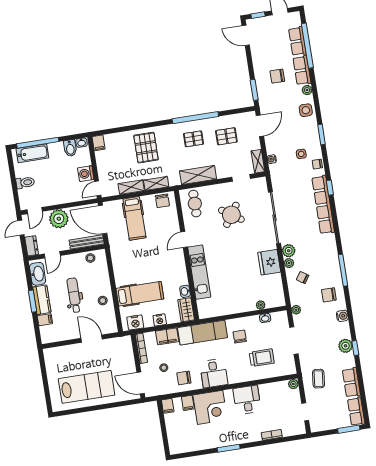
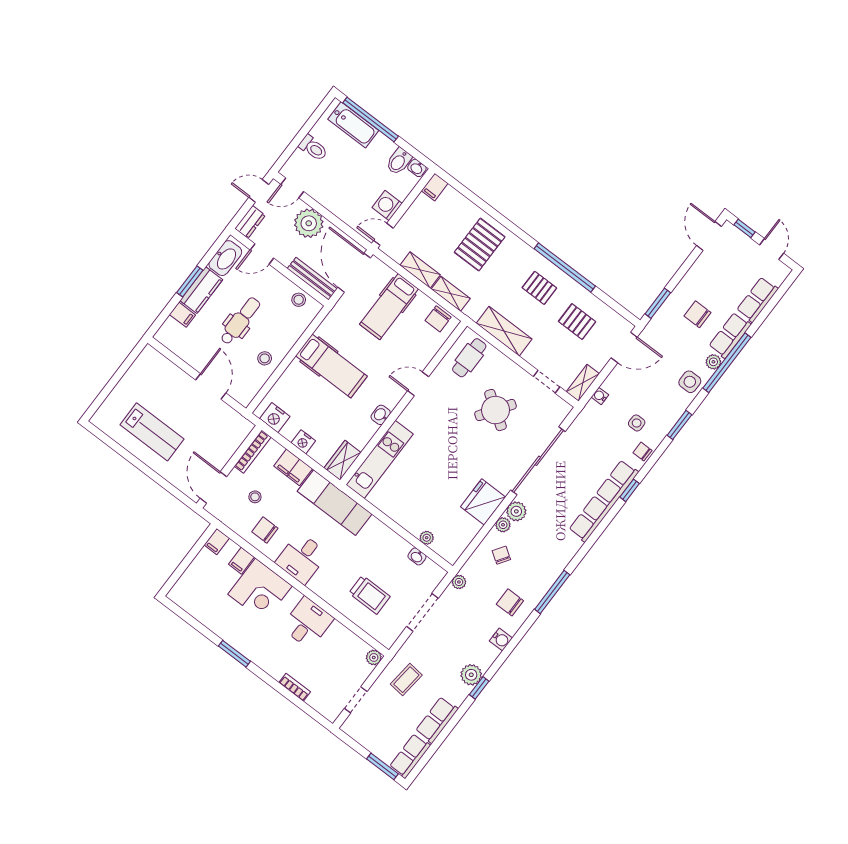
window: (307, 46) -> (727, 363), moved
kitchen unit: (199, 272) -> (380, 459), moved
washbasin: (185, 291) -> (381, 415), moved
hospital bed: (140, 294) -> (331, 366), moved
chair: (240, 337) -> (370, 548), removed
lab bench: (87, 387) -> (152, 432), width x0.73, depth x0.72

